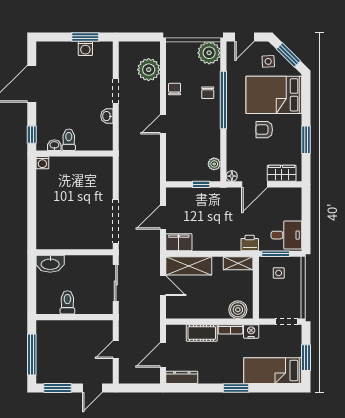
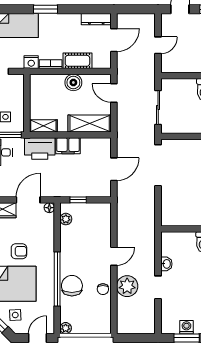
plant: (209, 53) -> (66, 328), width x0.53, depth x0.53
plant: (149, 70) -> (127, 286), moved
chair: (208, 93) -> (72, 286), width x1.87, depth x1.87
filing cabinet: (179, 242) -> (68, 146), moved
printer: (250, 243) -> (40, 149), width x1.87, depth x1.48
door: (163, 286) -> (114, 93), moved
boiler: (238, 310) -> (73, 82), moved

